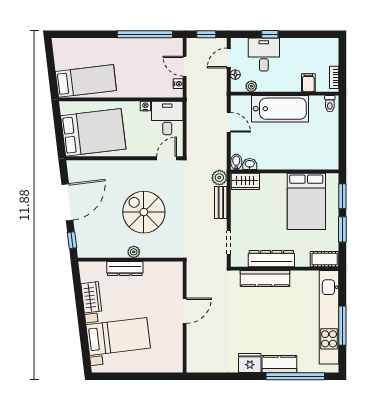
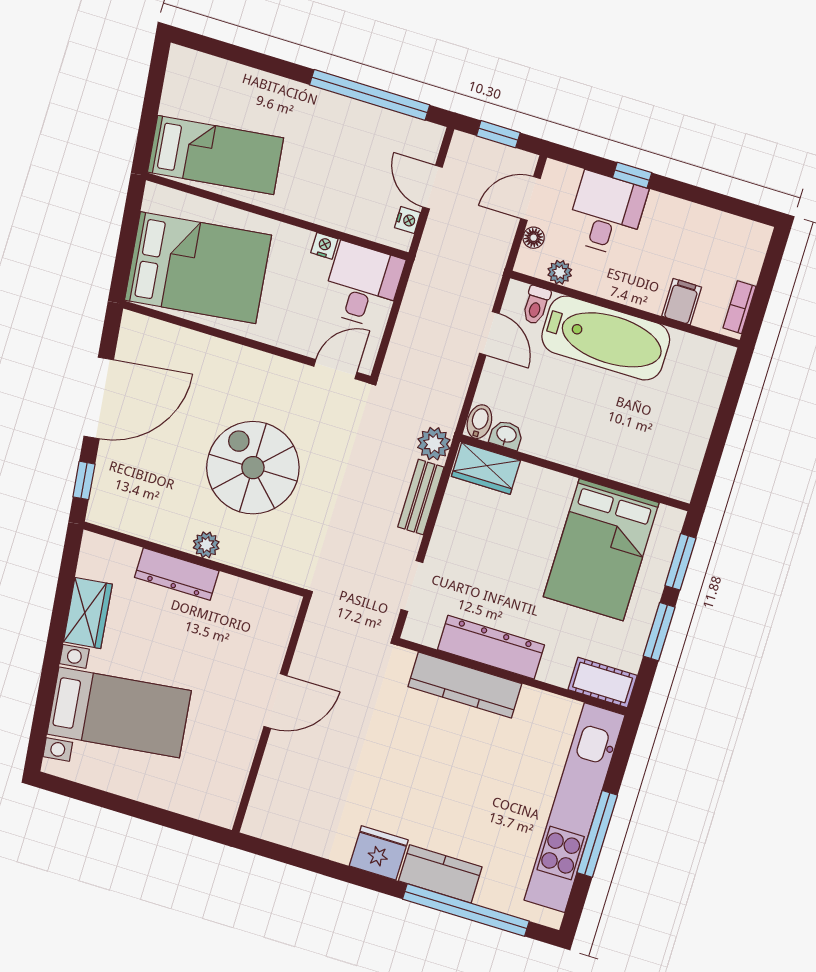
toilet: (330, 104) -> (536, 305), moved

